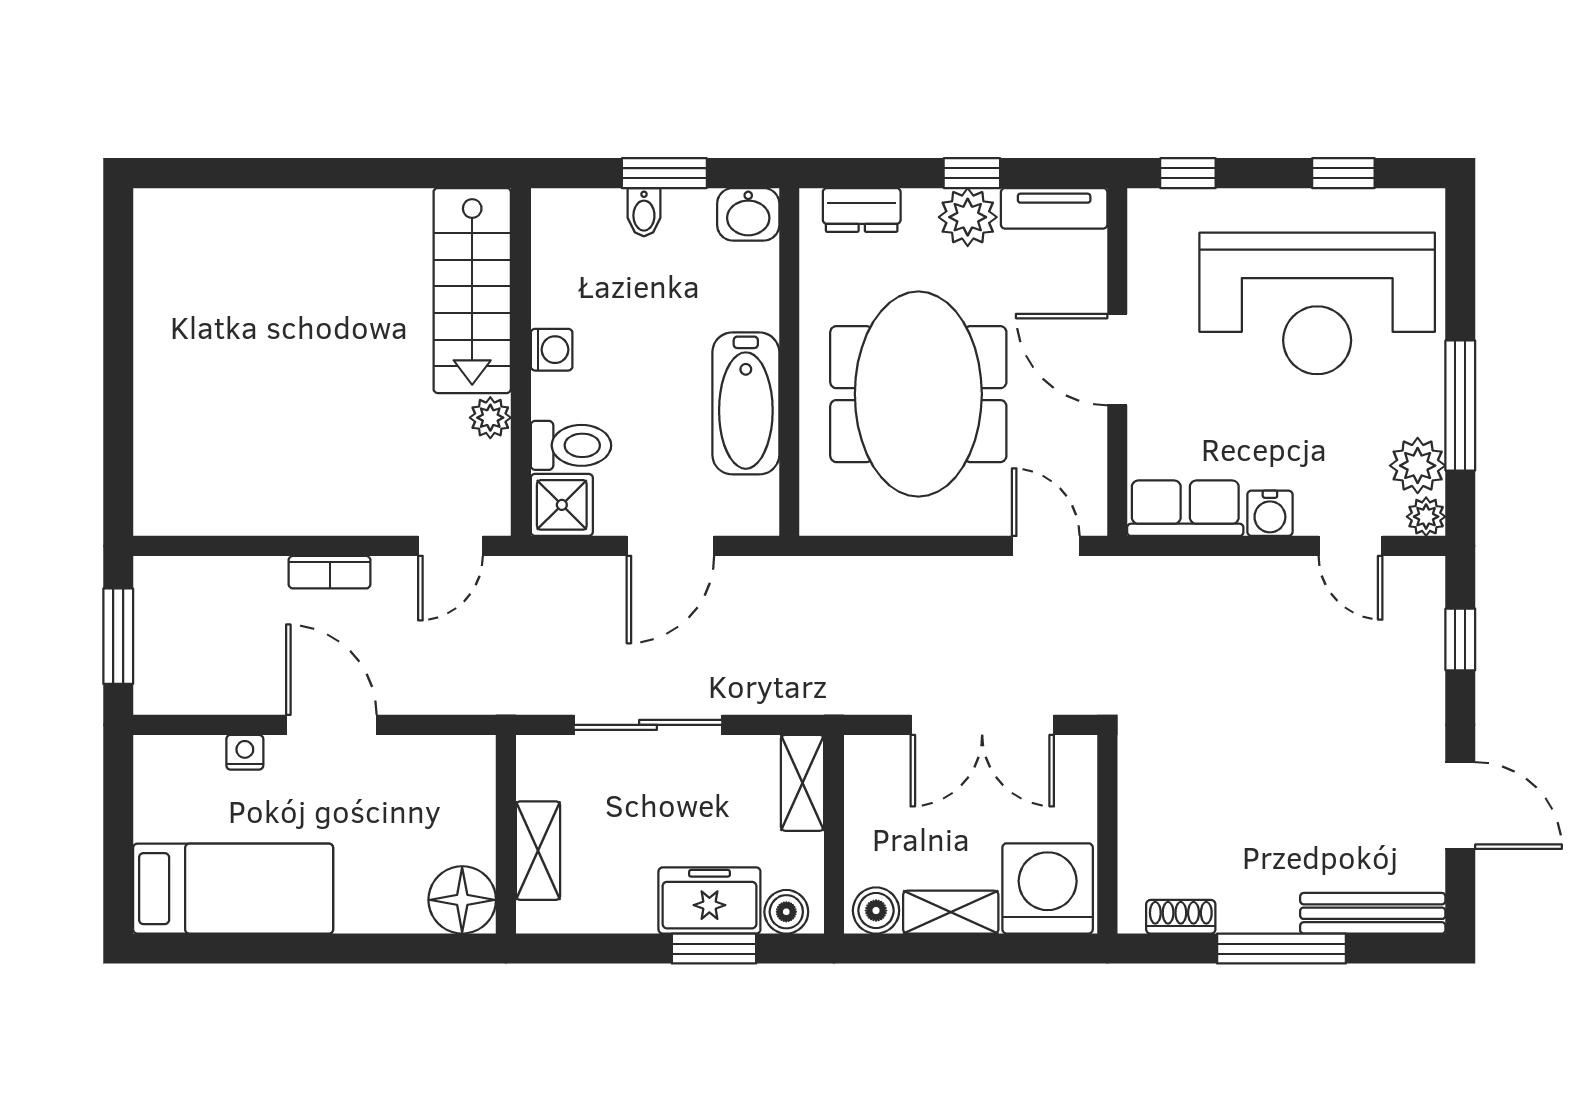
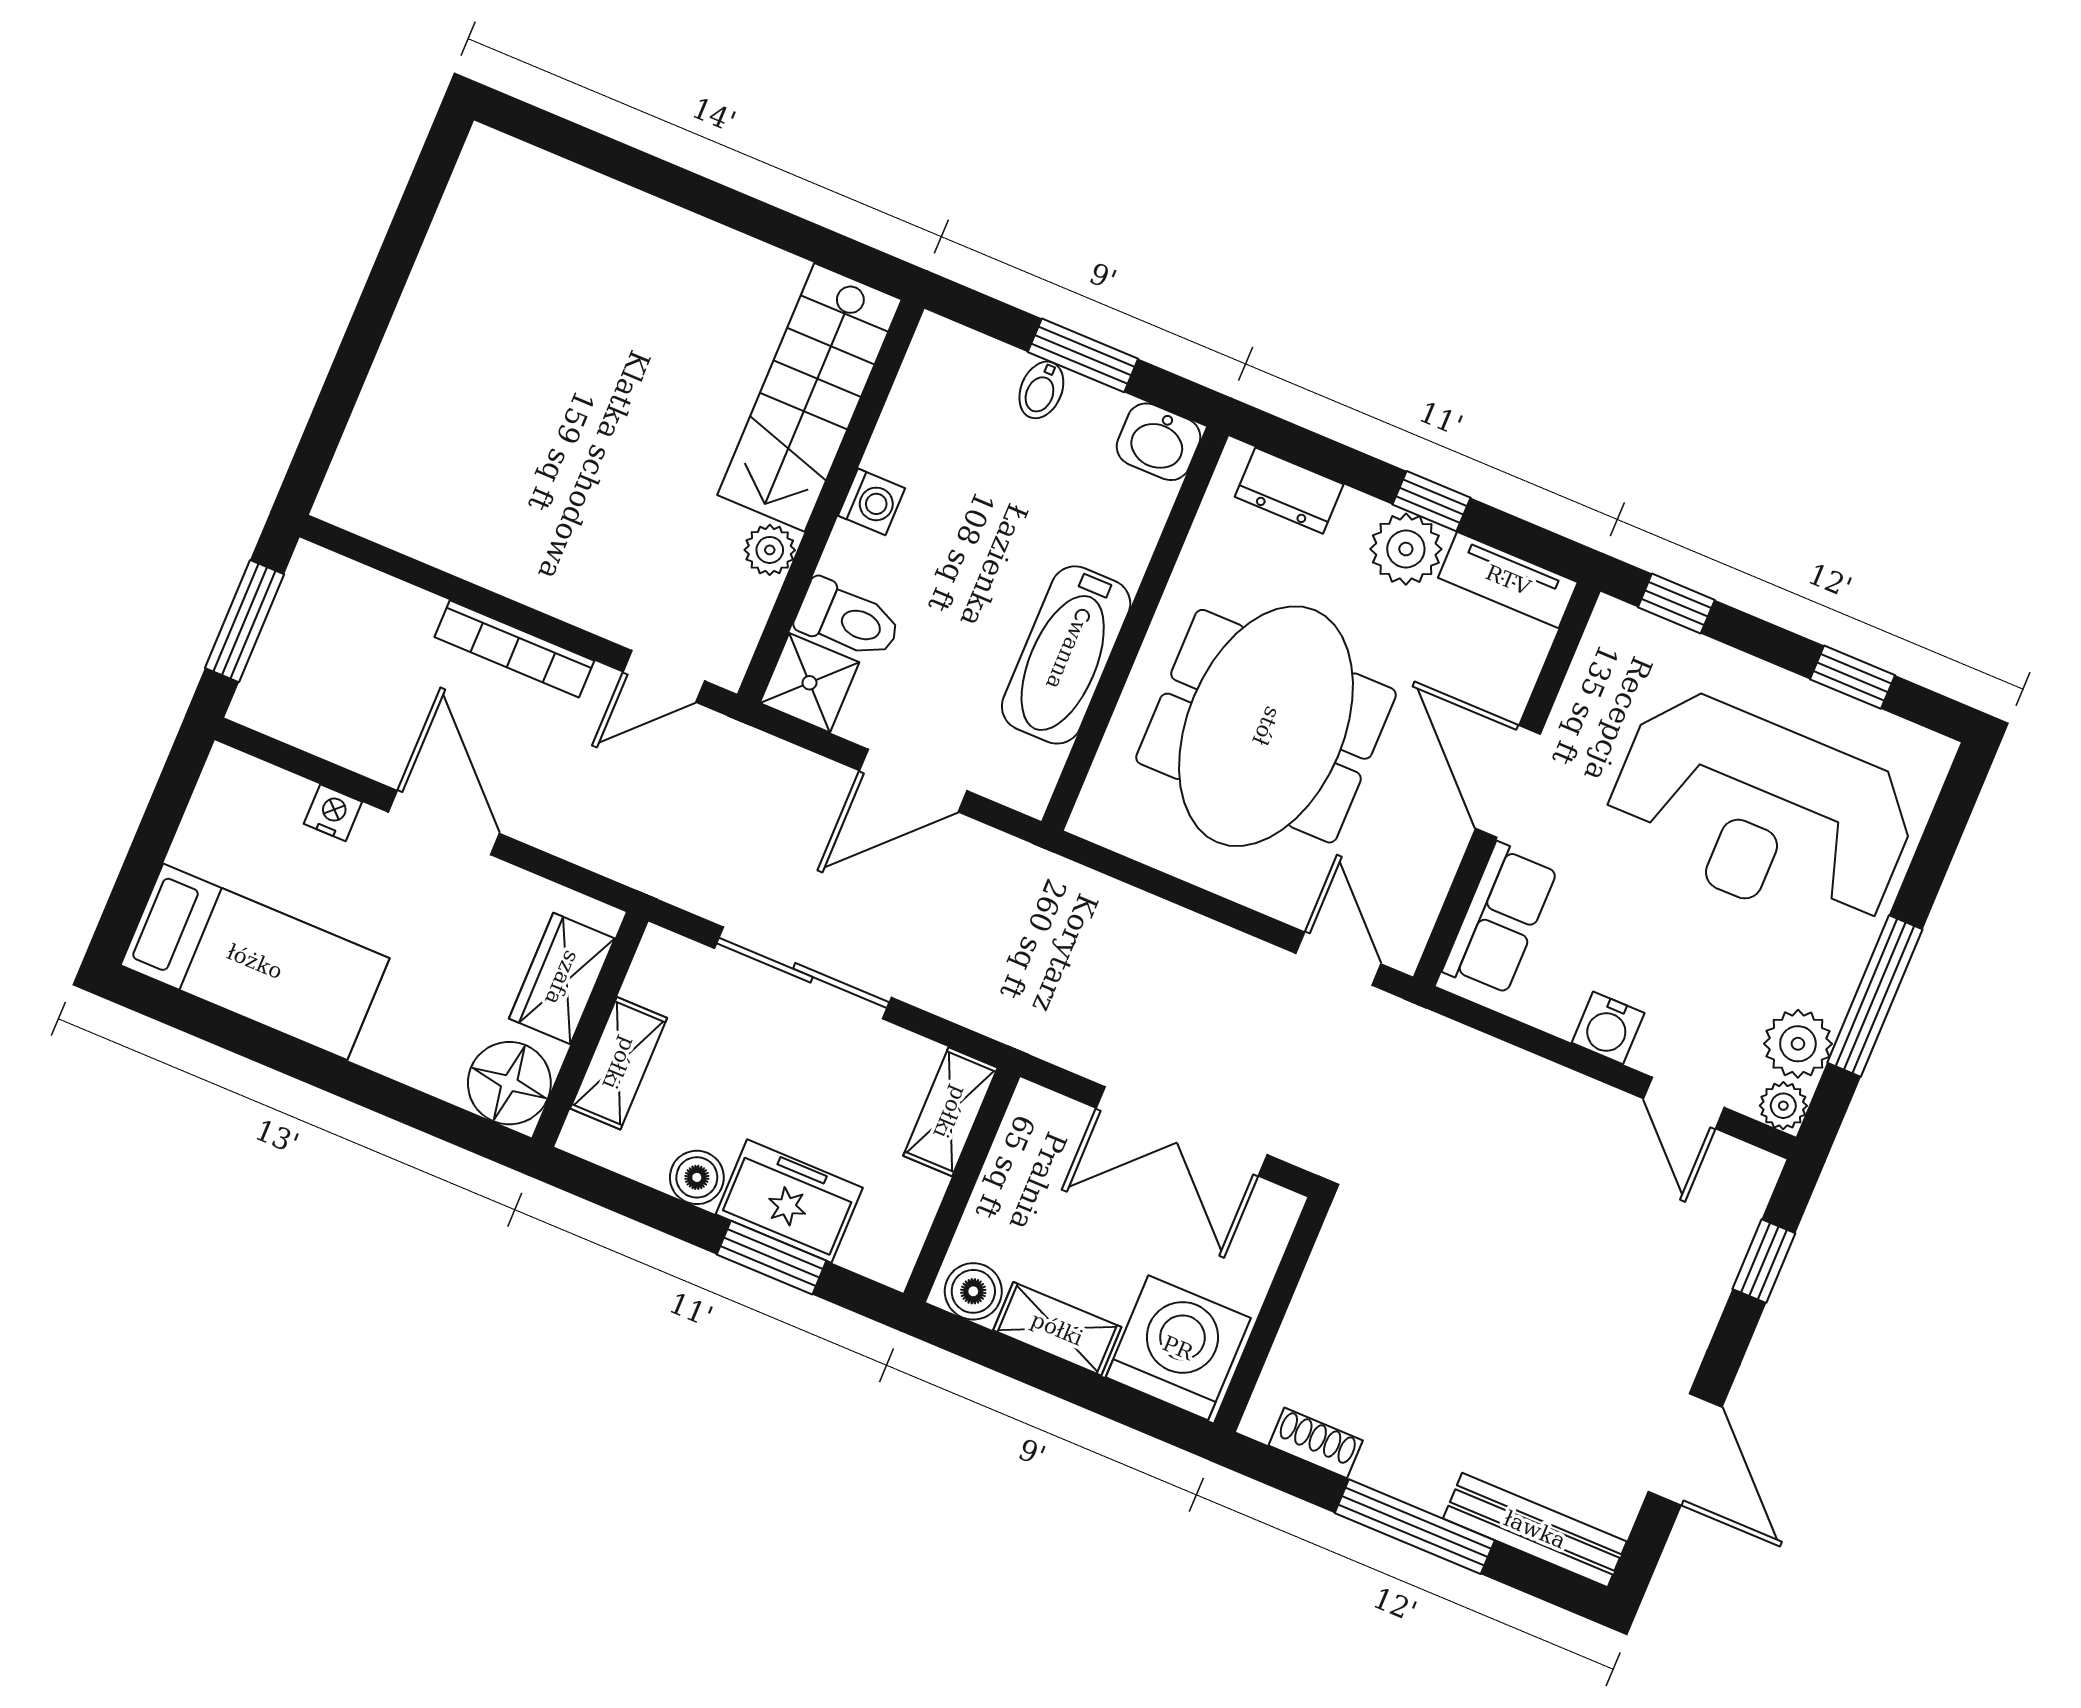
row of seats: (1185, 508) -> (1500, 919), moved, turned 90
bookcase: (330, 572) -> (514, 649), width x1.56
wardrobe: (469, 805) -> (562, 978), added
boiler: (786, 912) -> (697, 1177), moved

